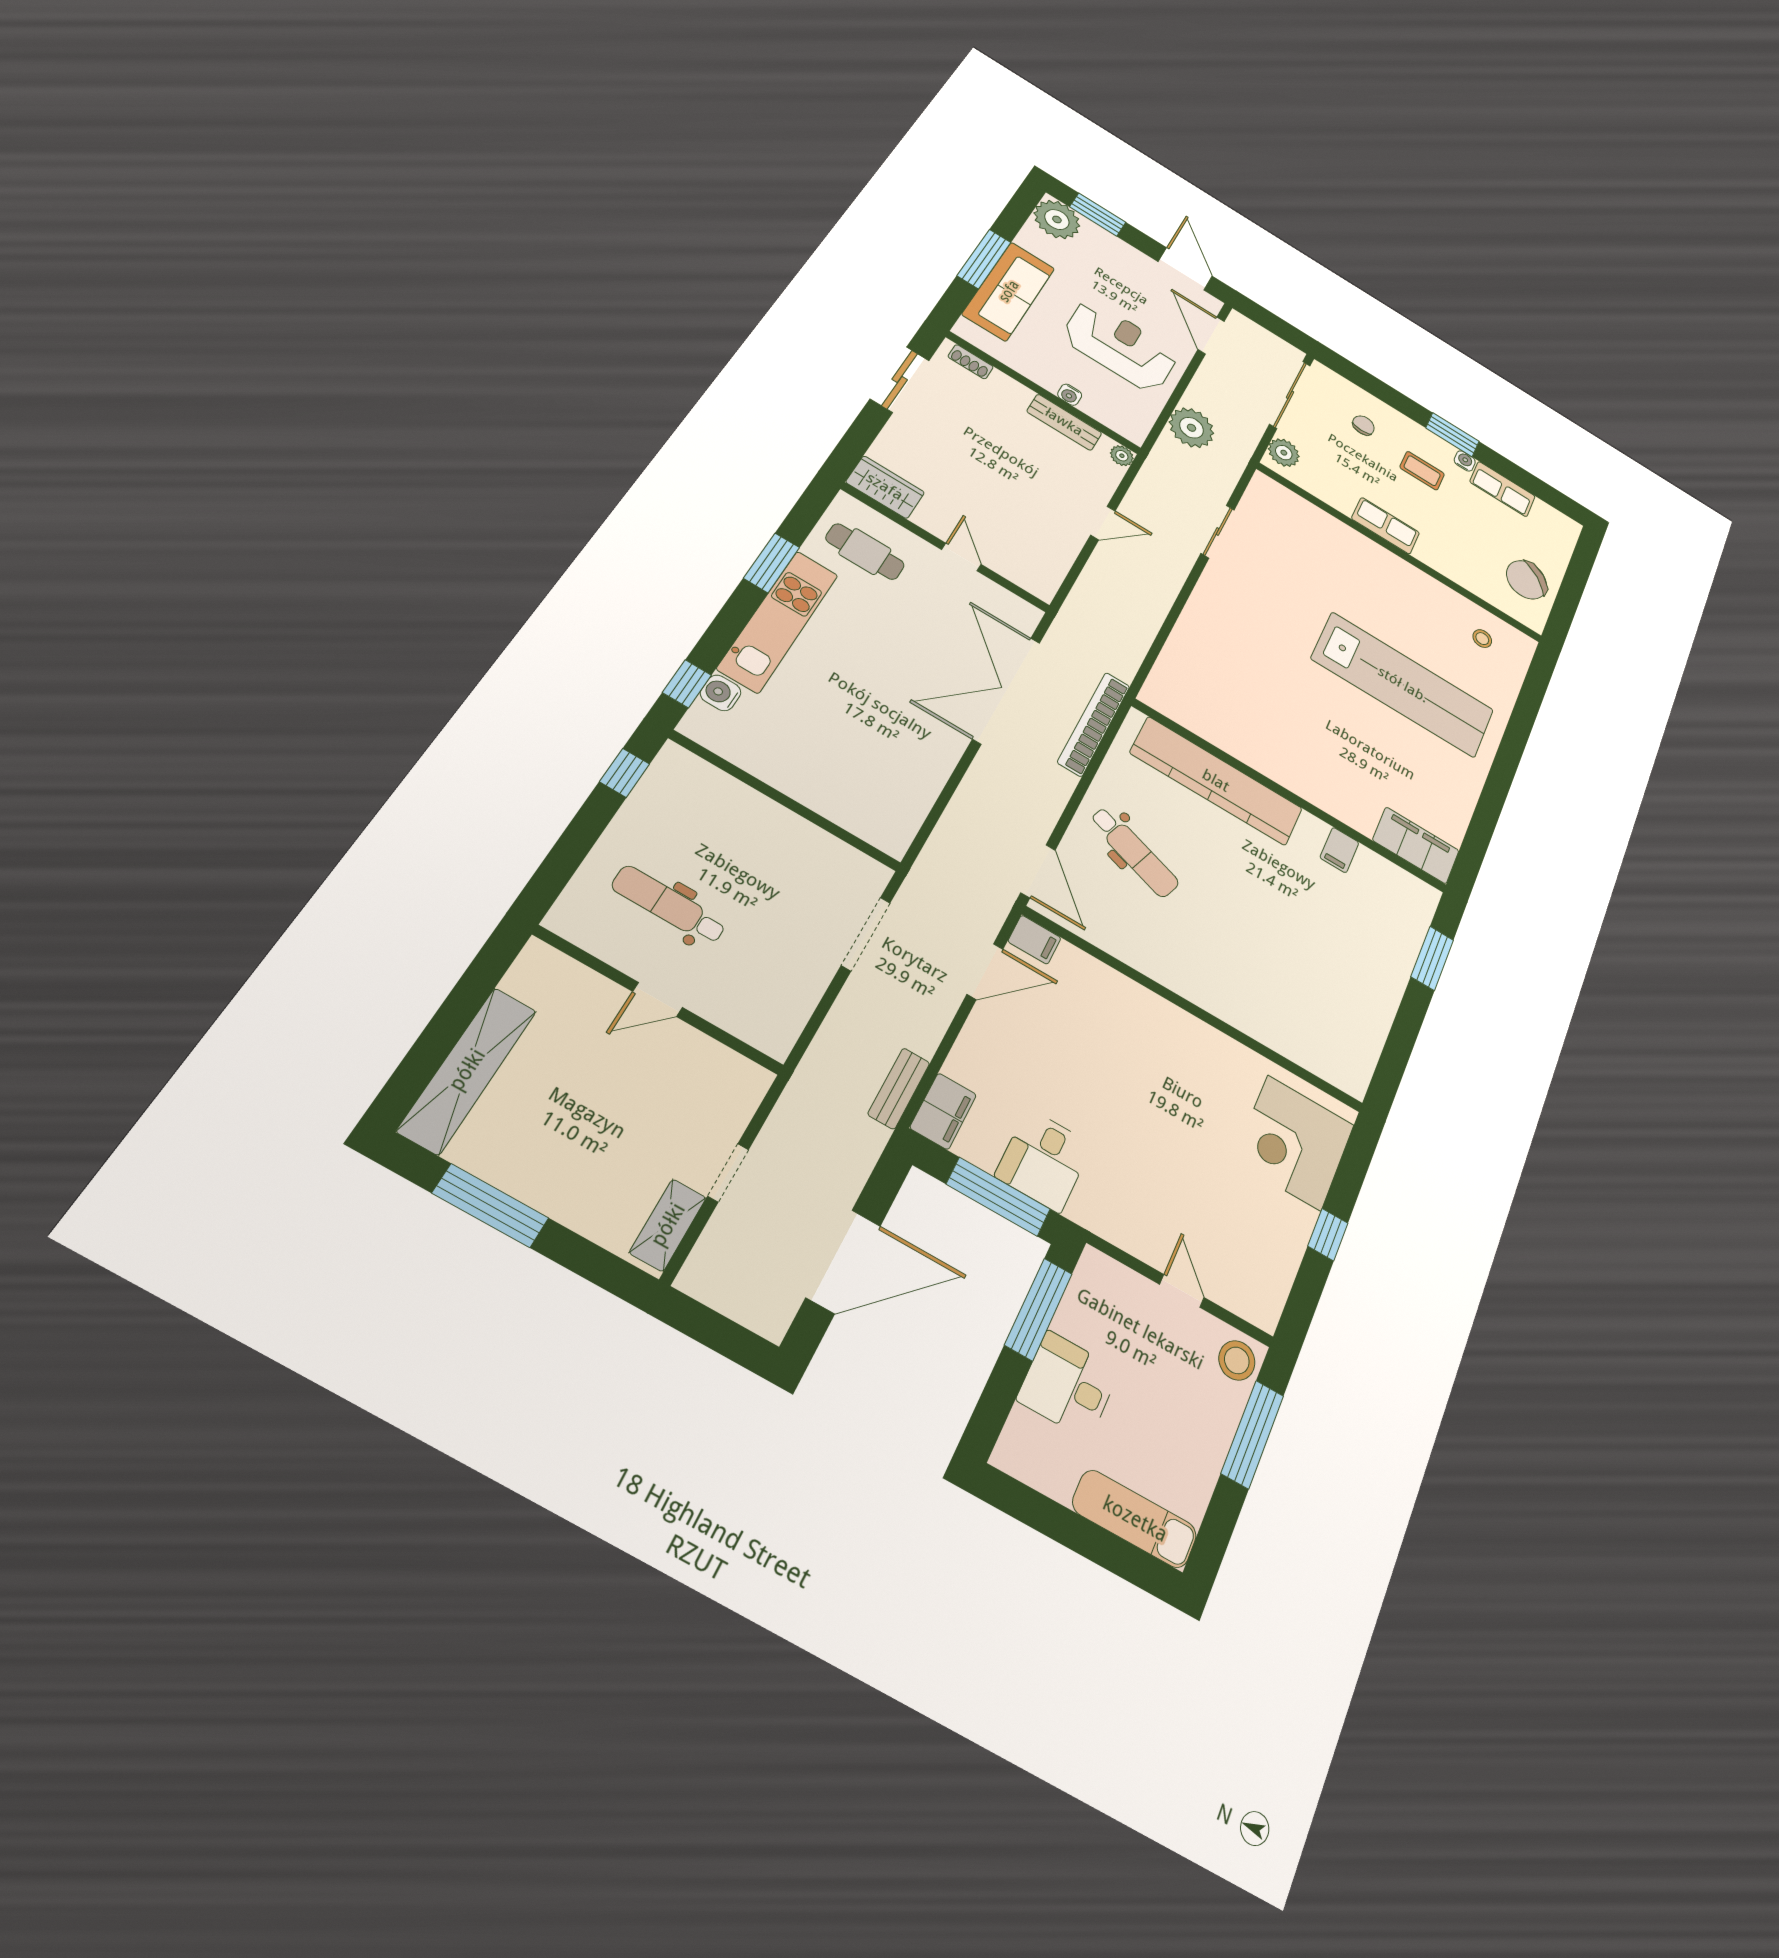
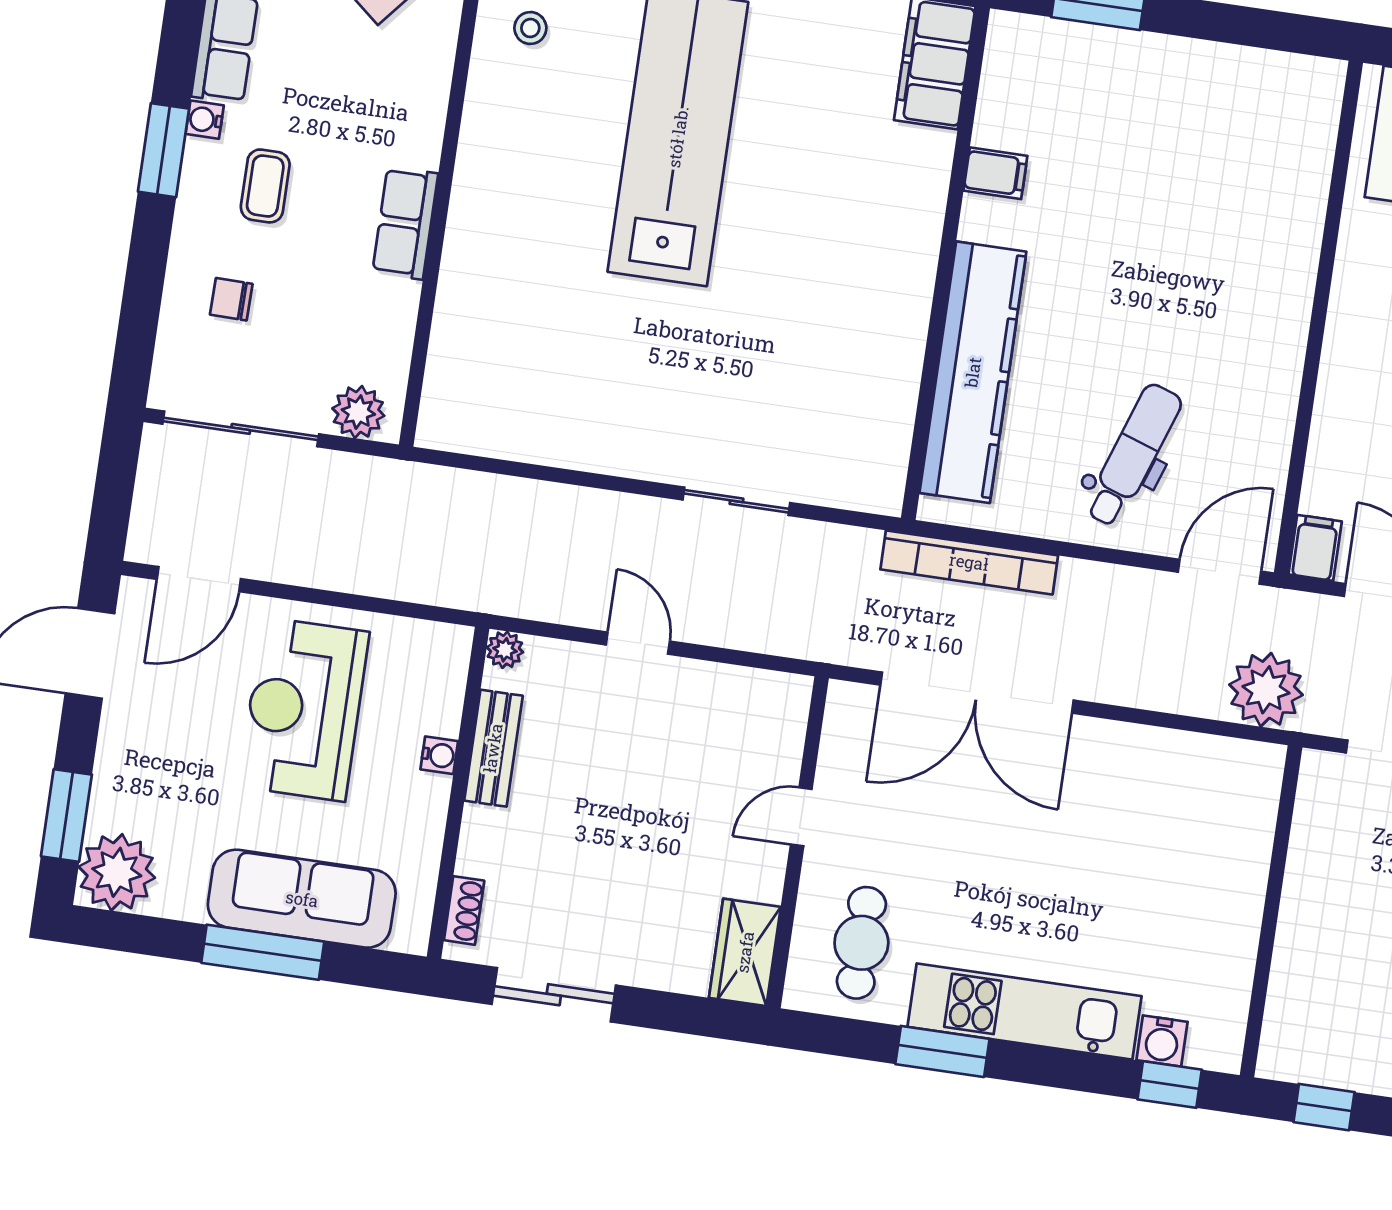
plant: (1192, 428) -> (1266, 690), moved
sliding door: (1218, 531) -> (736, 501), moved

